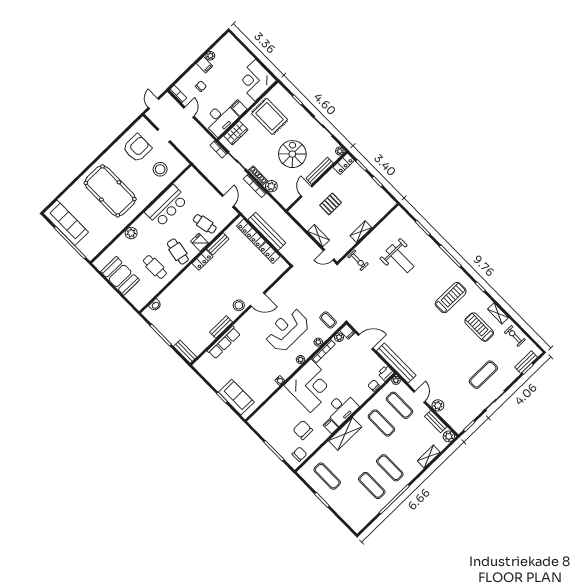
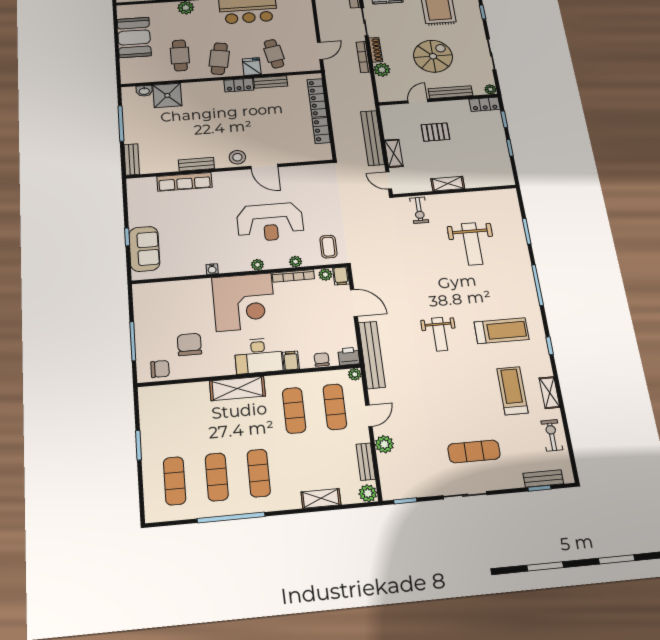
bench: (267, 231) -> (372, 138), moved
shower: (170, 298) -> (167, 95), added
weight bench: (421, 325) -> (440, 334), added
reception desk: (287, 330) -> (270, 222), turned 180
filing cabinet: (331, 426) -> (291, 361), moved
exercise mat: (327, 476) -> (175, 481), moved

